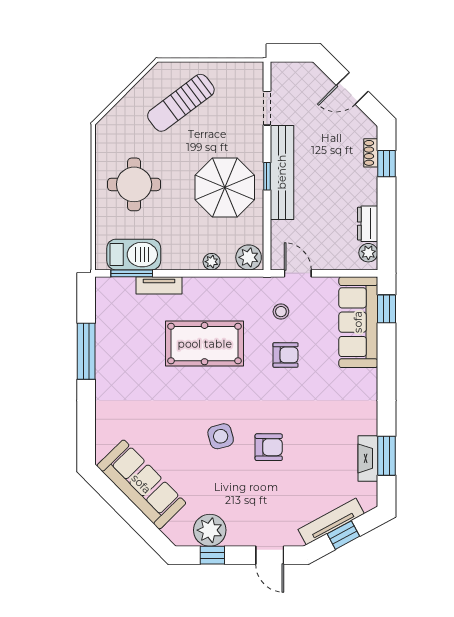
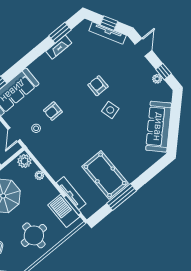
tv unit: (159, 285) -> (71, 193), width x1.41
pool table: (205, 344) -> (105, 175), moved
armchair: (286, 355) -> (53, 111), turned -90
fireplace: (368, 458) -> (59, 47), moved
plant: (210, 530) -> (157, 79), width x0.53, depth x0.53

